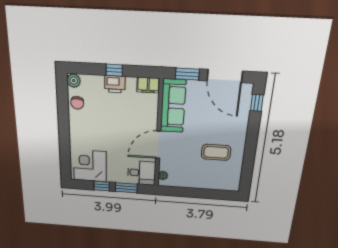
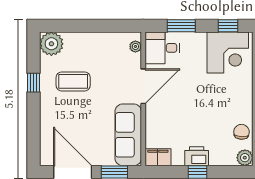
window: (257, 103) -> (33, 83), moved
plant: (231, 182) -> (51, 44), added
window: (102, 186) -> (228, 26), moved

